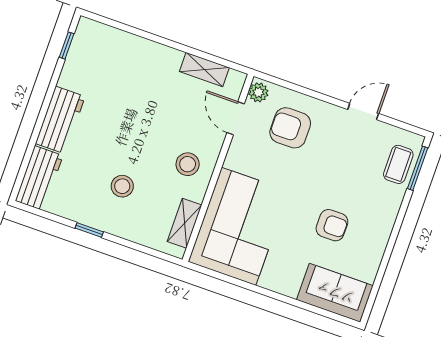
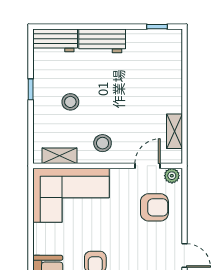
armchair: (290, 128) -> (154, 207), turned 90

